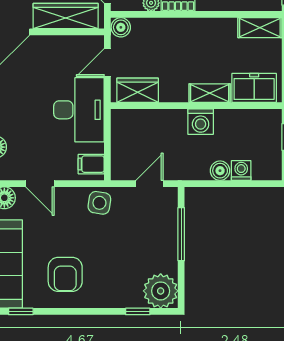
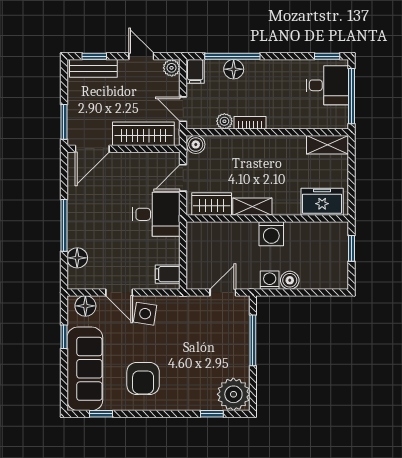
shelving: (210, 93) -> (252, 207), moved
desk: (79, 110) -> (156, 214), width x0.73
washing machine: (241, 171) -> (270, 280), moved
side table: (99, 203) -> (145, 314), moved

